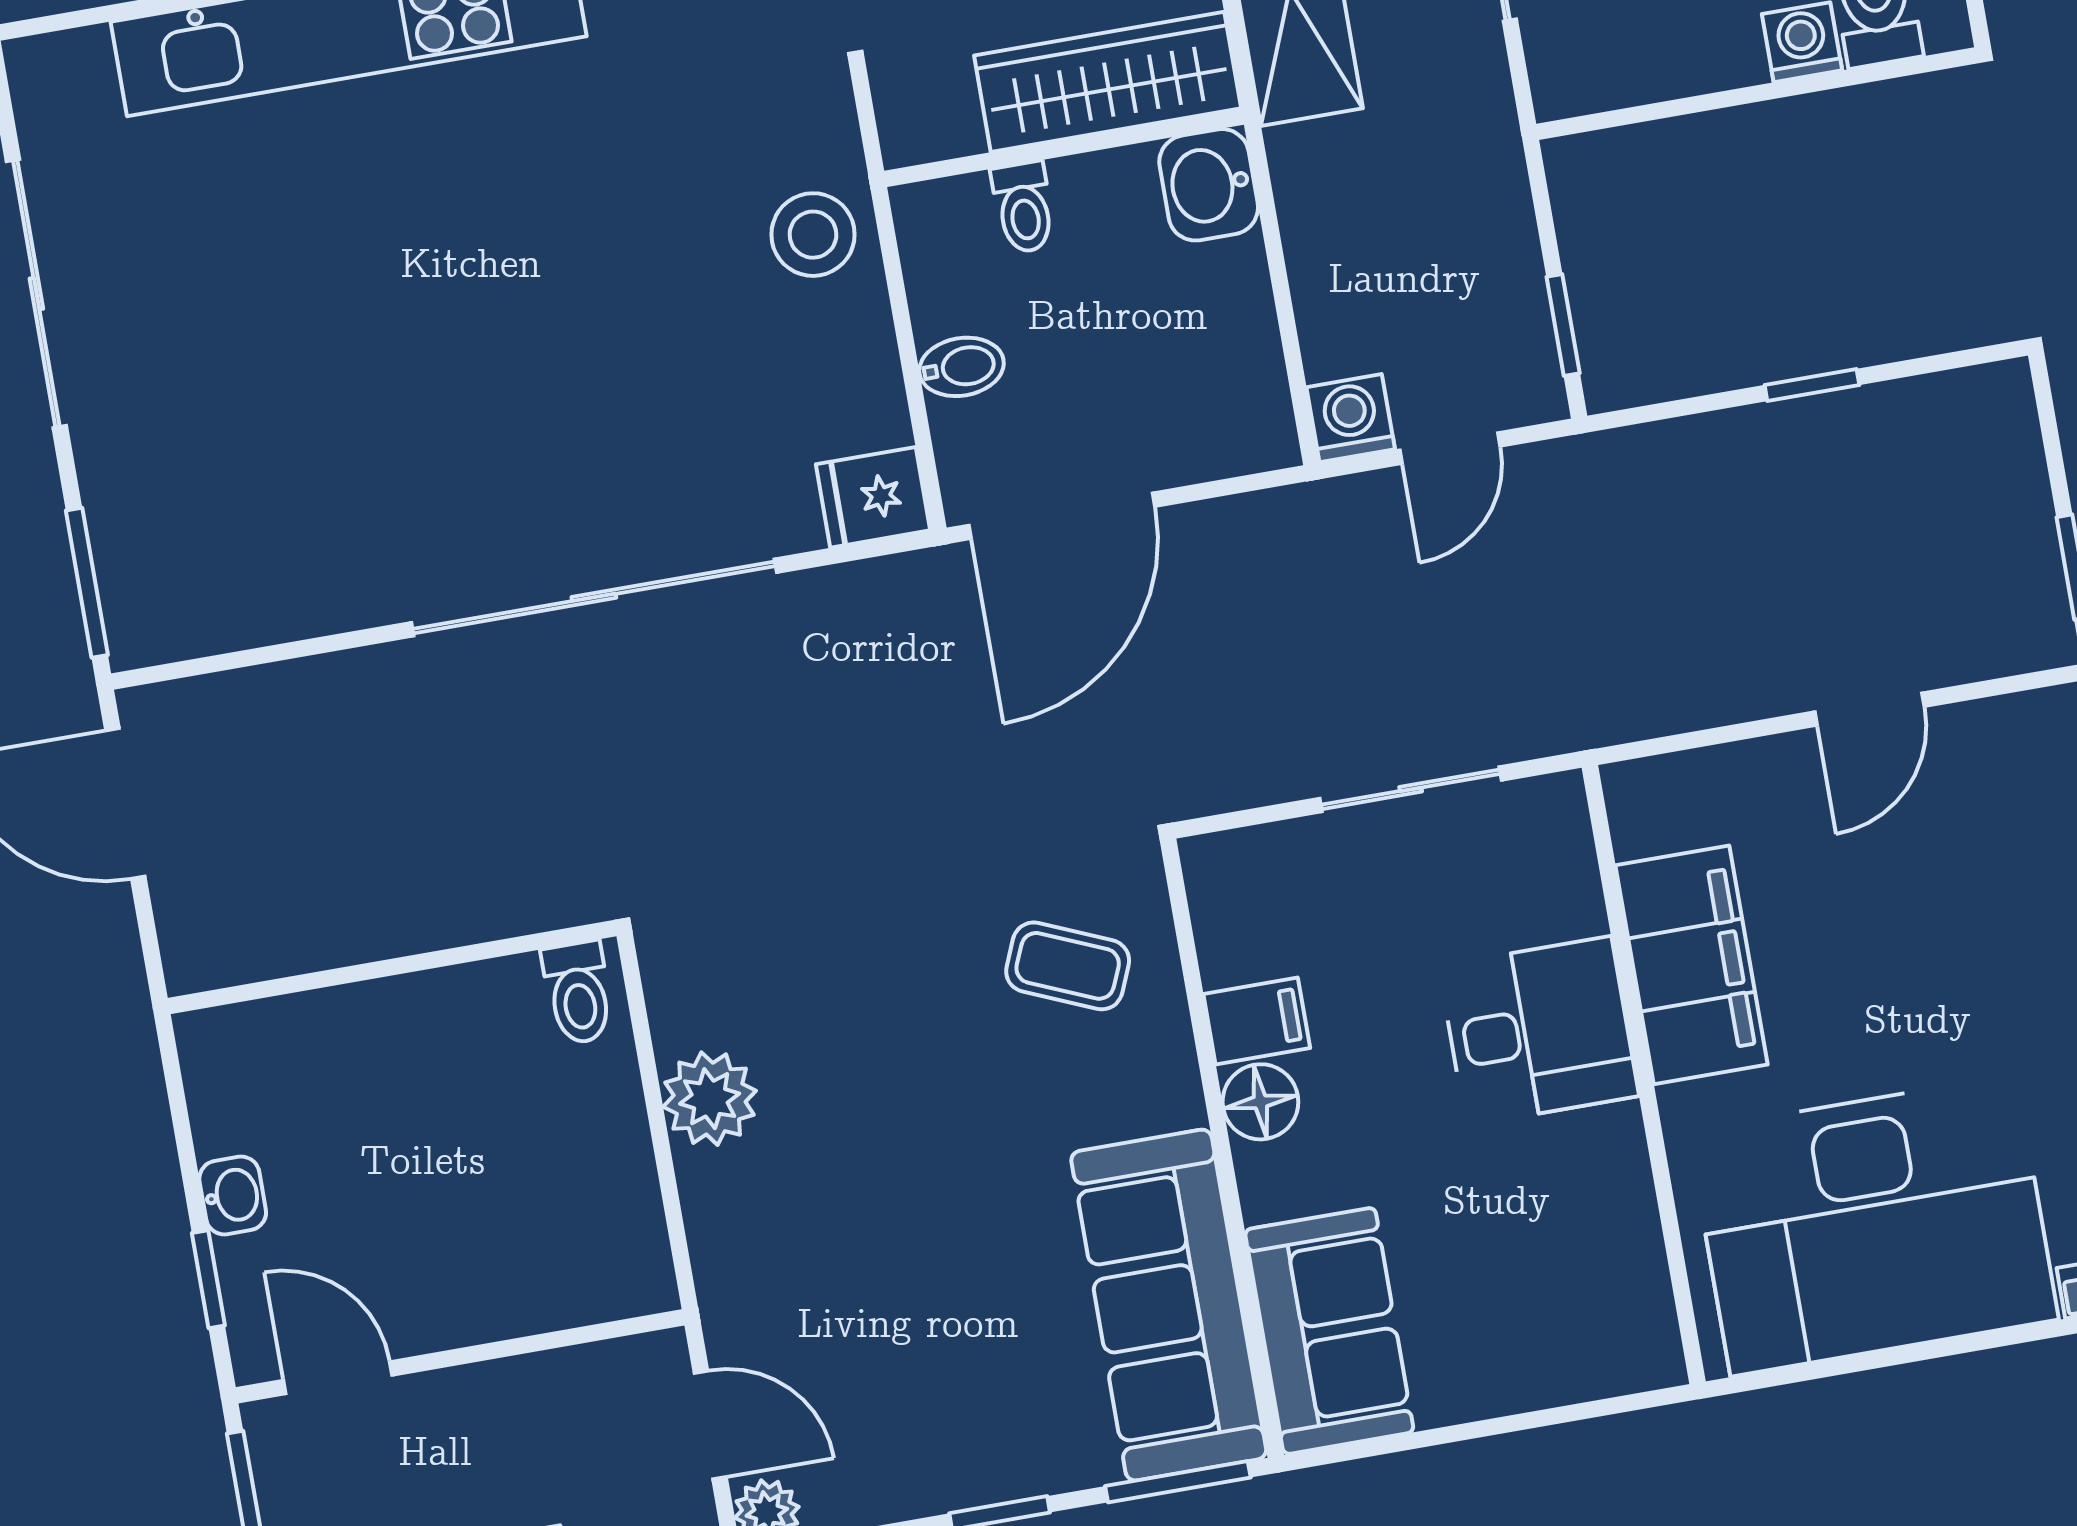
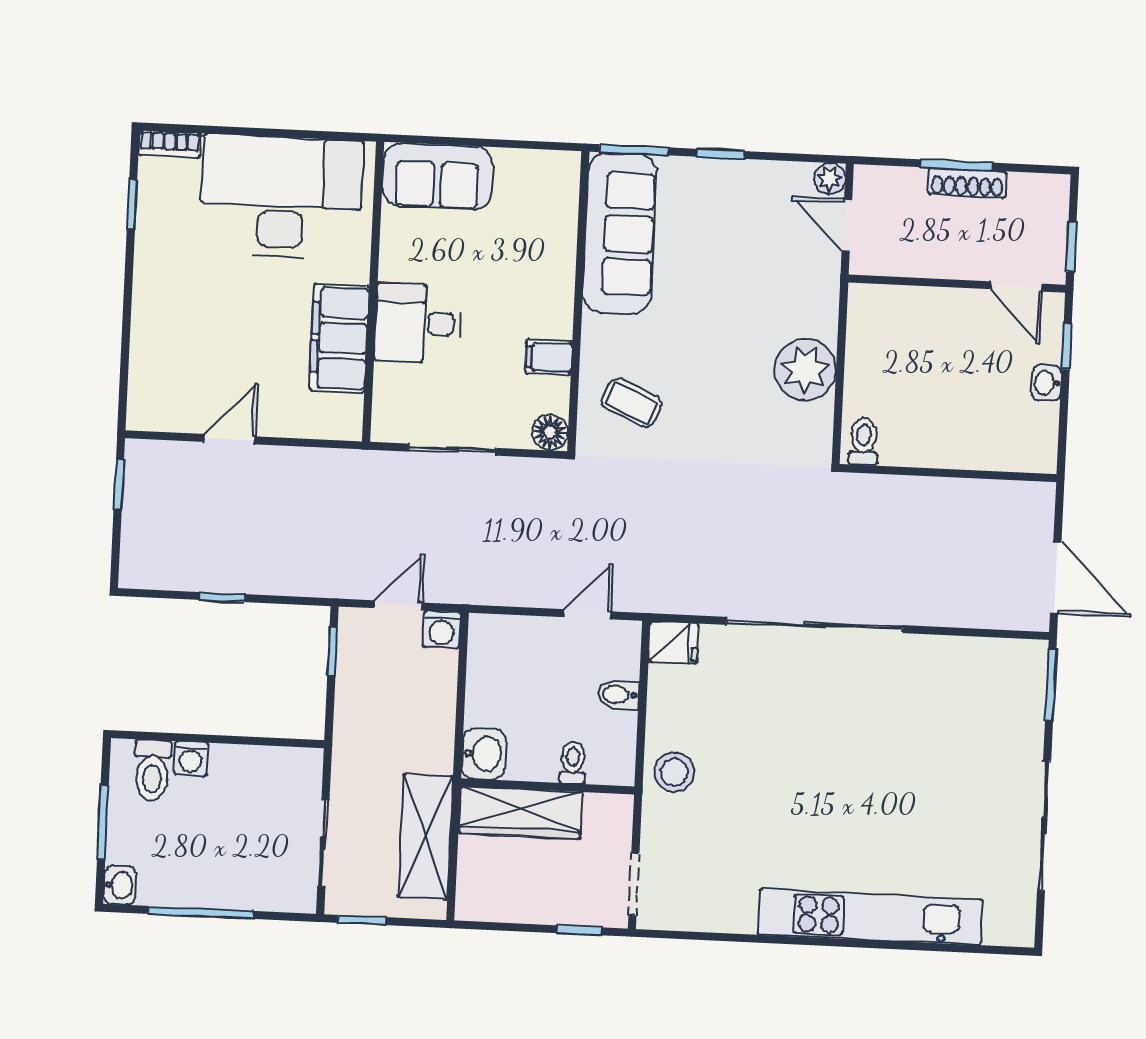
door: (1062, 516) -> (587, 614), width x0.53
plant: (710, 1099) -> (805, 370), width x1.36, depth x1.36
floor lamp: (1260, 1102) -> (550, 432), moved
sofa: (1329, 1331) -> (437, 176), moved, turned -90

